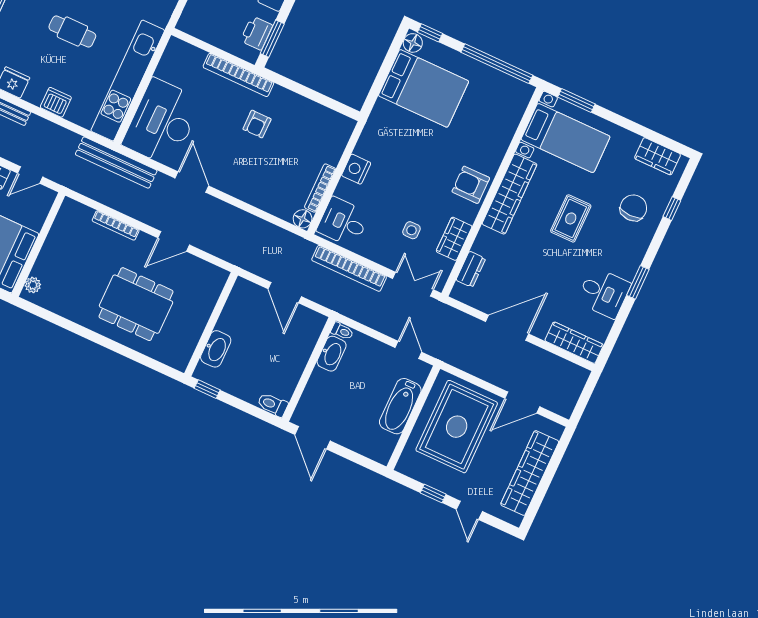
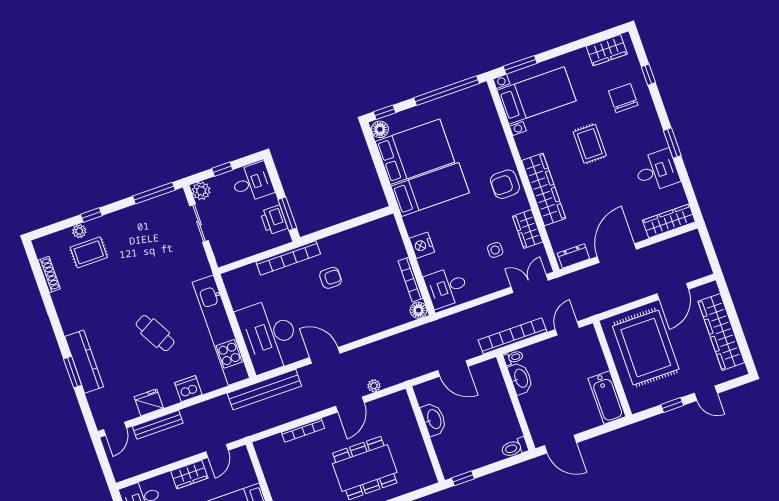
cafe table: (72, 32) -> (155, 333), turned 61
armchair: (257, 124) -> (331, 278), turned -90
bed: (406, 131) -> (430, 189), added
wardrobe: (510, 194) -> (544, 189), moved
plant: (208, 245) -> (374, 386), added
bookcase: (349, 268) -> (512, 336), moved, turned 180
dresser: (471, 269) -> (573, 256), moved, turned -90
washbasin: (216, 349) -> (434, 419), moved
door: (408, 350) -> (567, 328), hinge flipped
bathtub: (400, 406) -> (607, 397), moved

